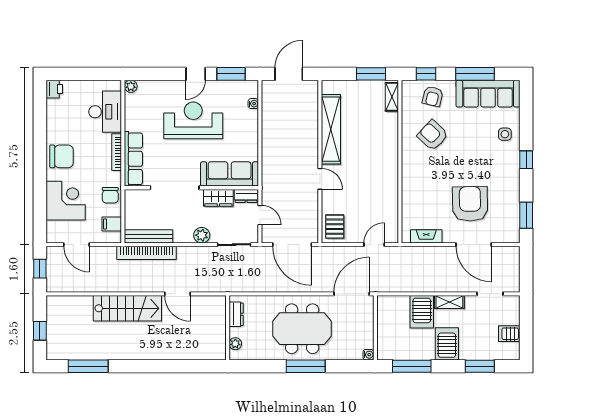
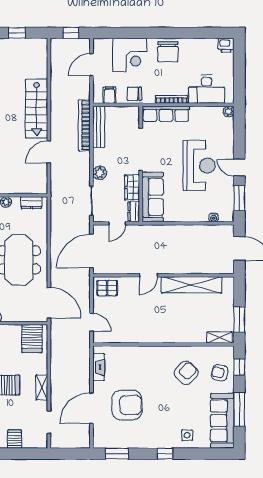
server rack: (422, 312) -> (32, 339), moved, turned -90

